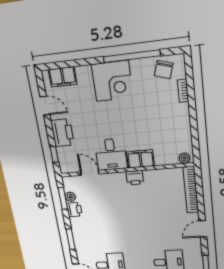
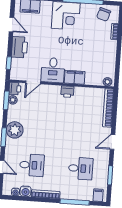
door: (90, 173) -> (33, 82), swing flipped
printer: (74, 210) -> (15, 89), moved
plant: (81, 230) -> (15, 130), added

